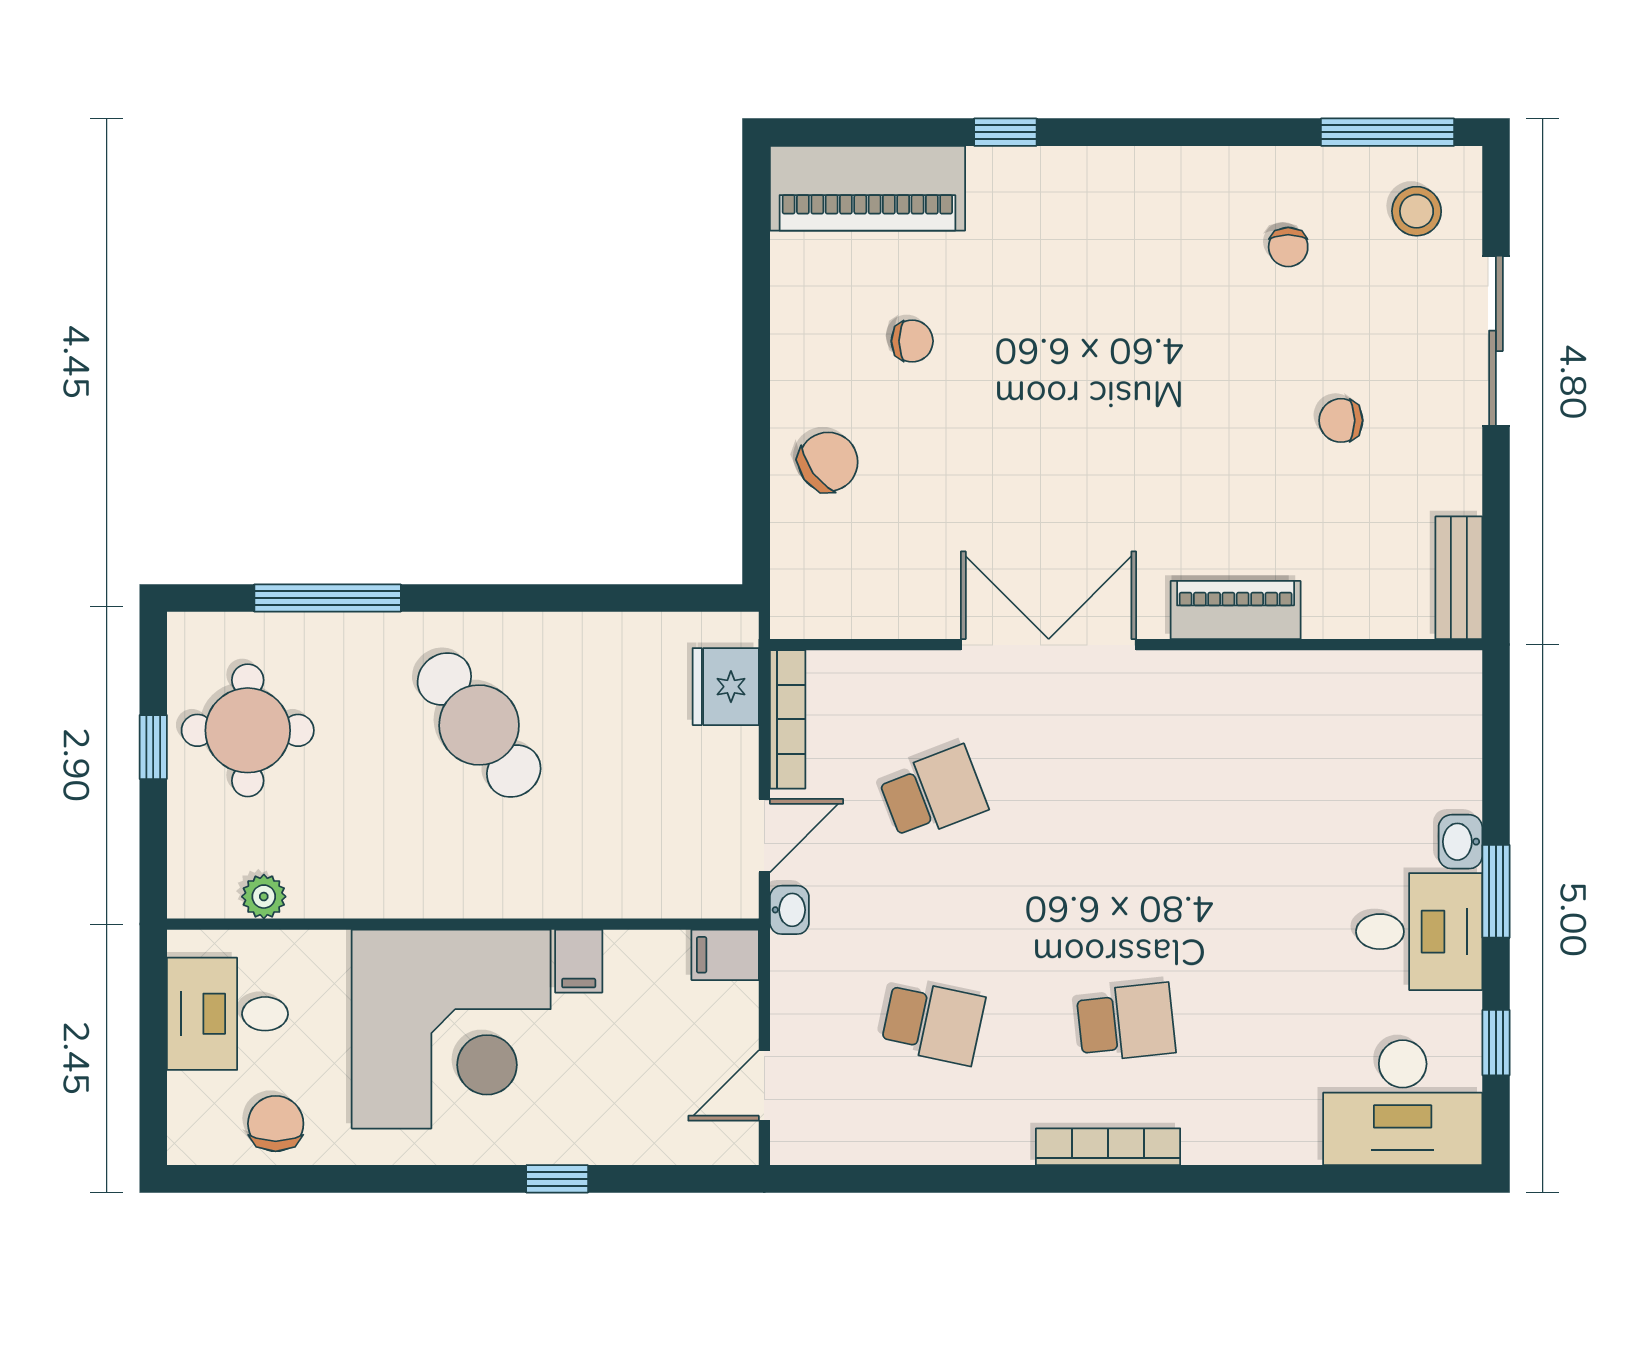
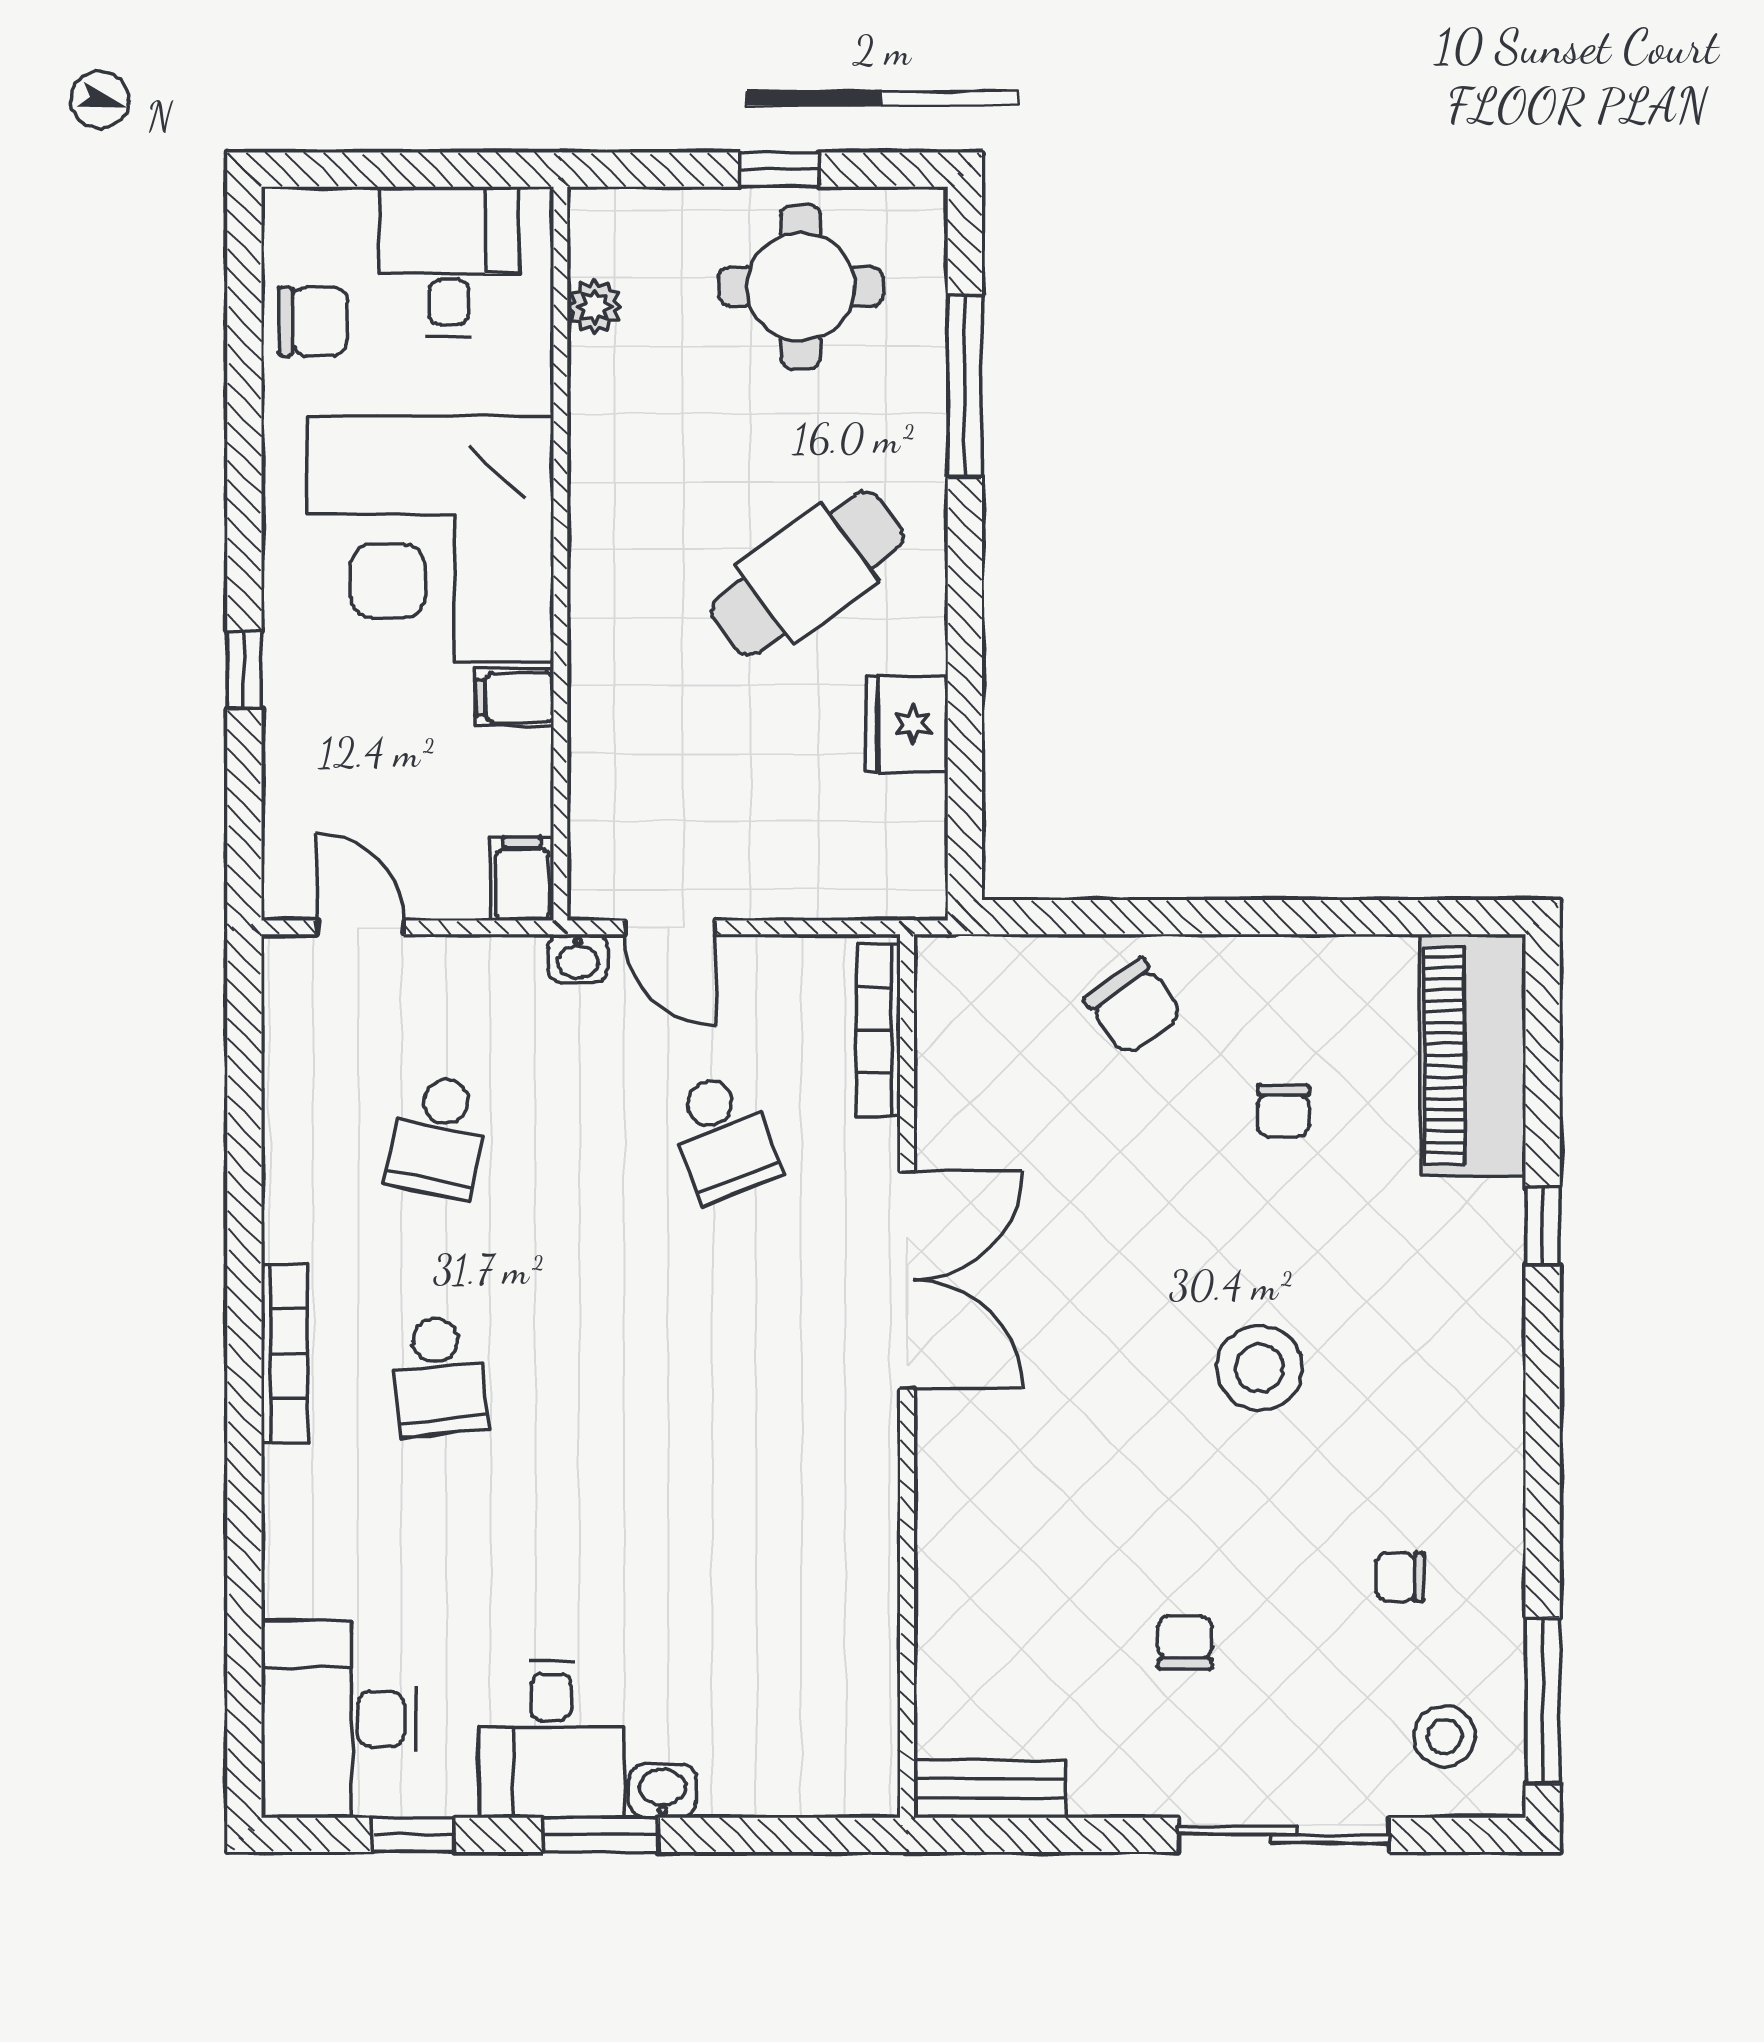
stool: (1119, 360) -> (1260, 1368), added
piano: (1236, 610) -> (950, 1512), removed
fridge: (726, 687) -> (907, 724), moved, turned -90
bookcase: (788, 719) -> (878, 1030), moved, turned 90

